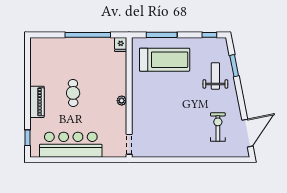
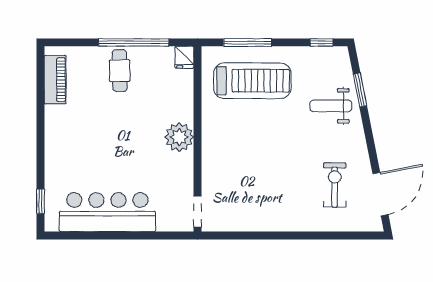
weight bench: (215, 76) -> (331, 106), turned -90
cafe table: (73, 93) -> (120, 71), moved
plant: (122, 101) -> (179, 137), width x1.88, depth x1.88
piano: (37, 102) -> (55, 80), moved

